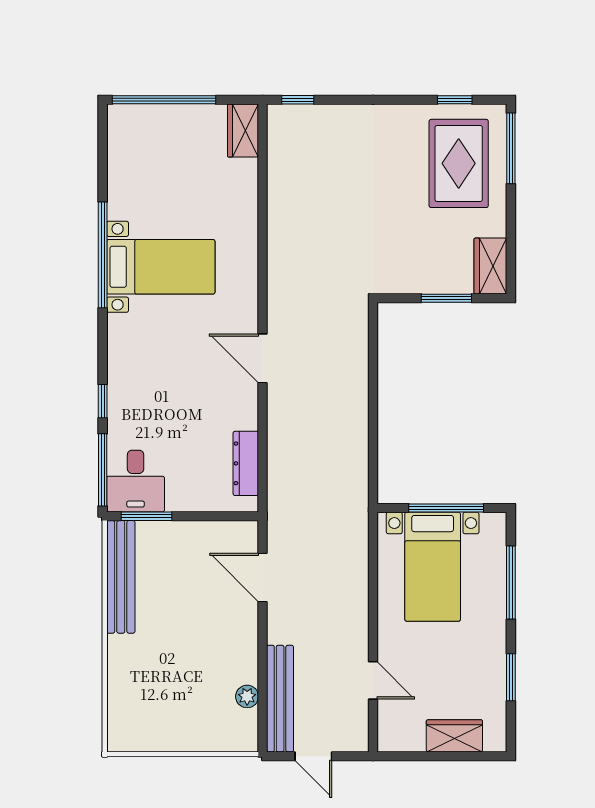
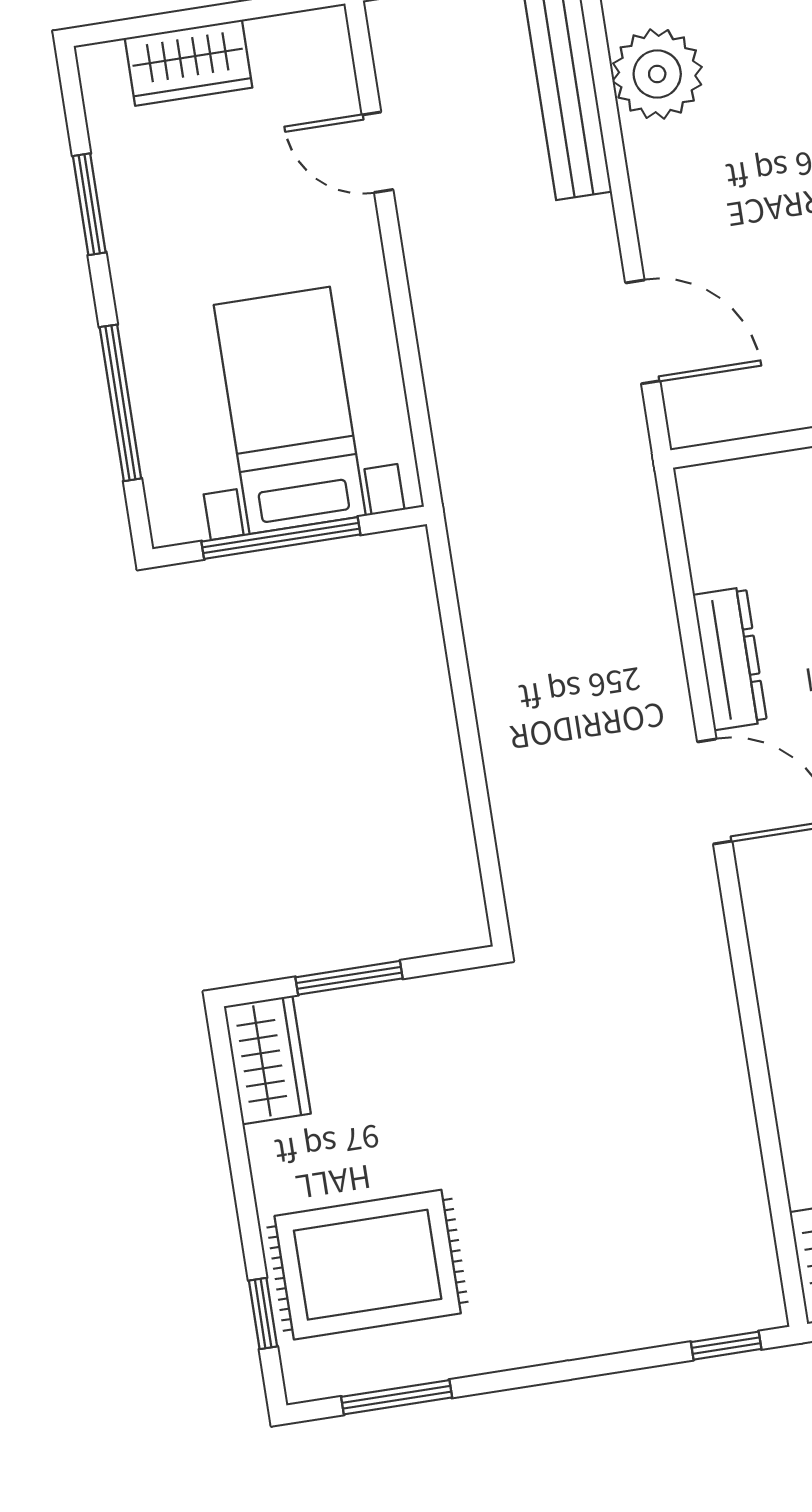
window: (455, 100) -> (397, 1397), width x1.50
window: (511, 148) -> (263, 1313), width x0.46
rug: (459, 163) -> (368, 1265), turned 90
dresser: (246, 463) -> (730, 658), moved
plant: (247, 696) -> (657, 74), width x1.88, depth x1.88

